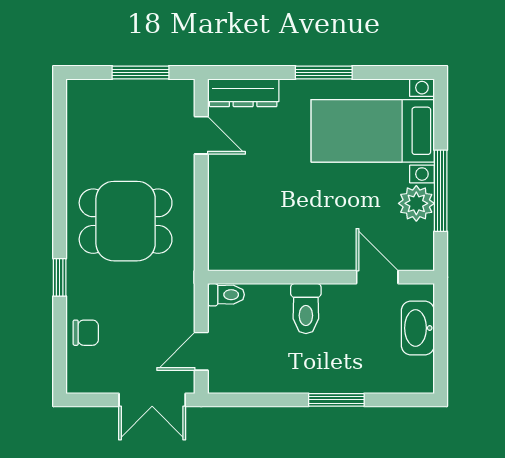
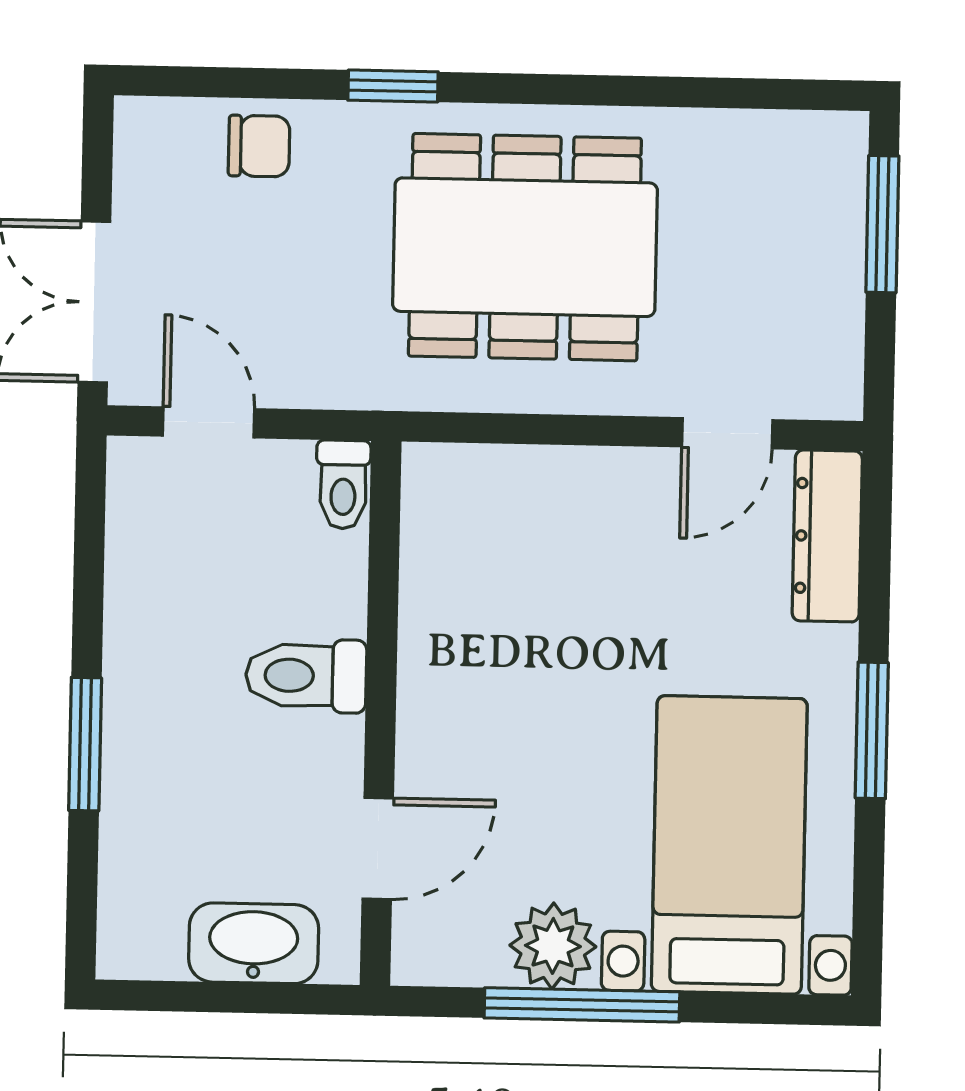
window: (140, 73) -> (882, 224), moved
dining table: (126, 221) -> (525, 247), width x1.38
chair: (86, 333) -> (259, 146), turned -90

